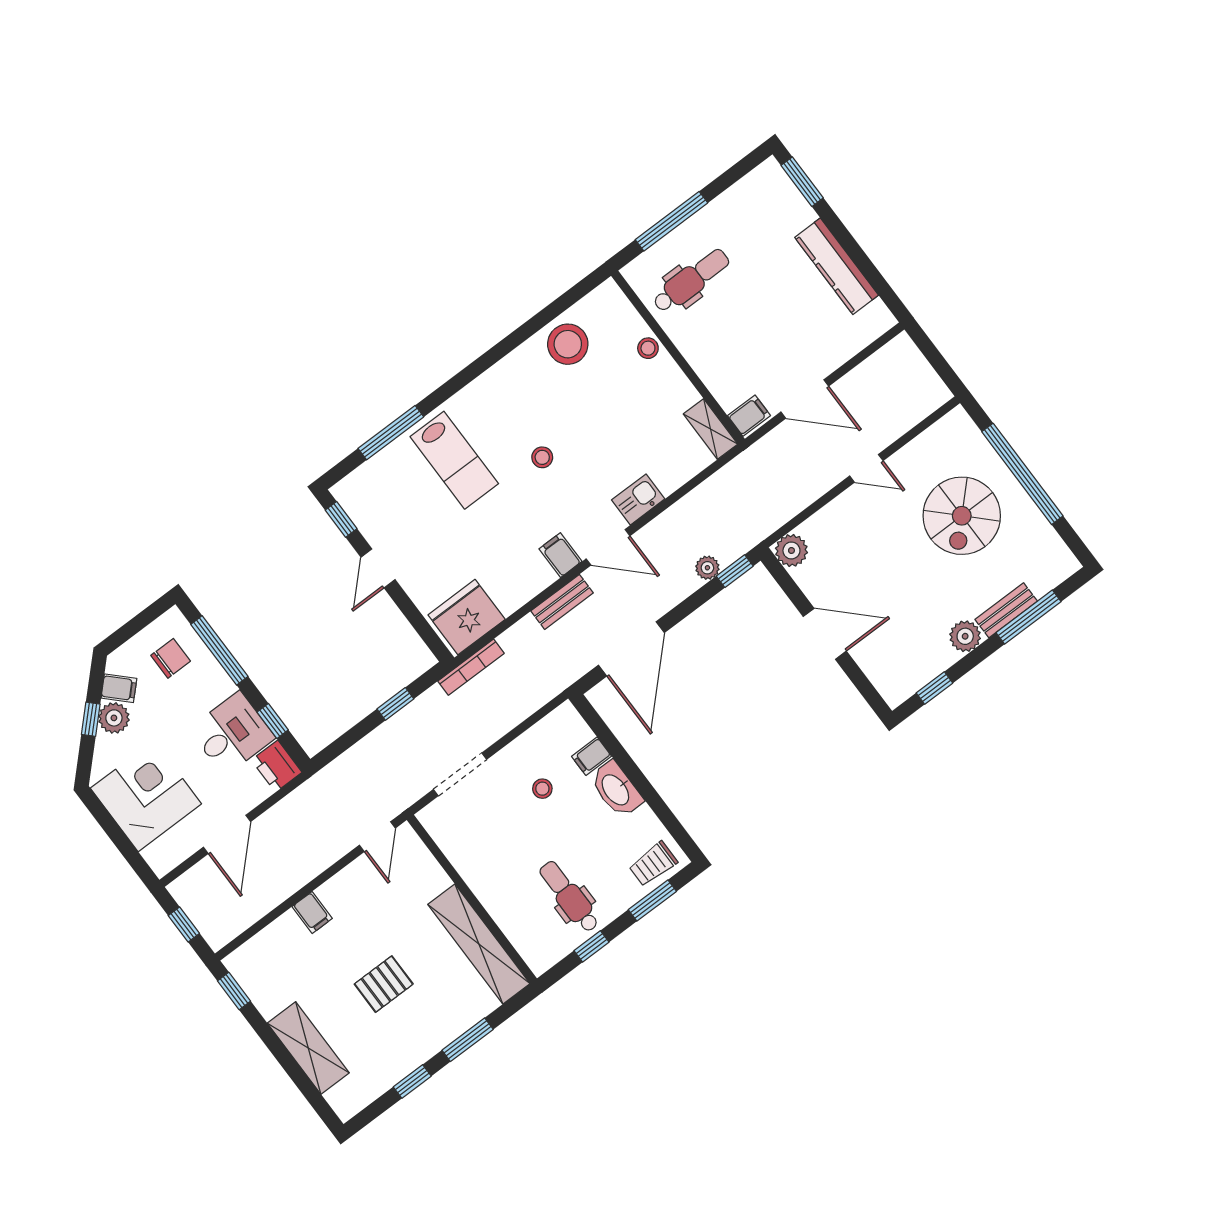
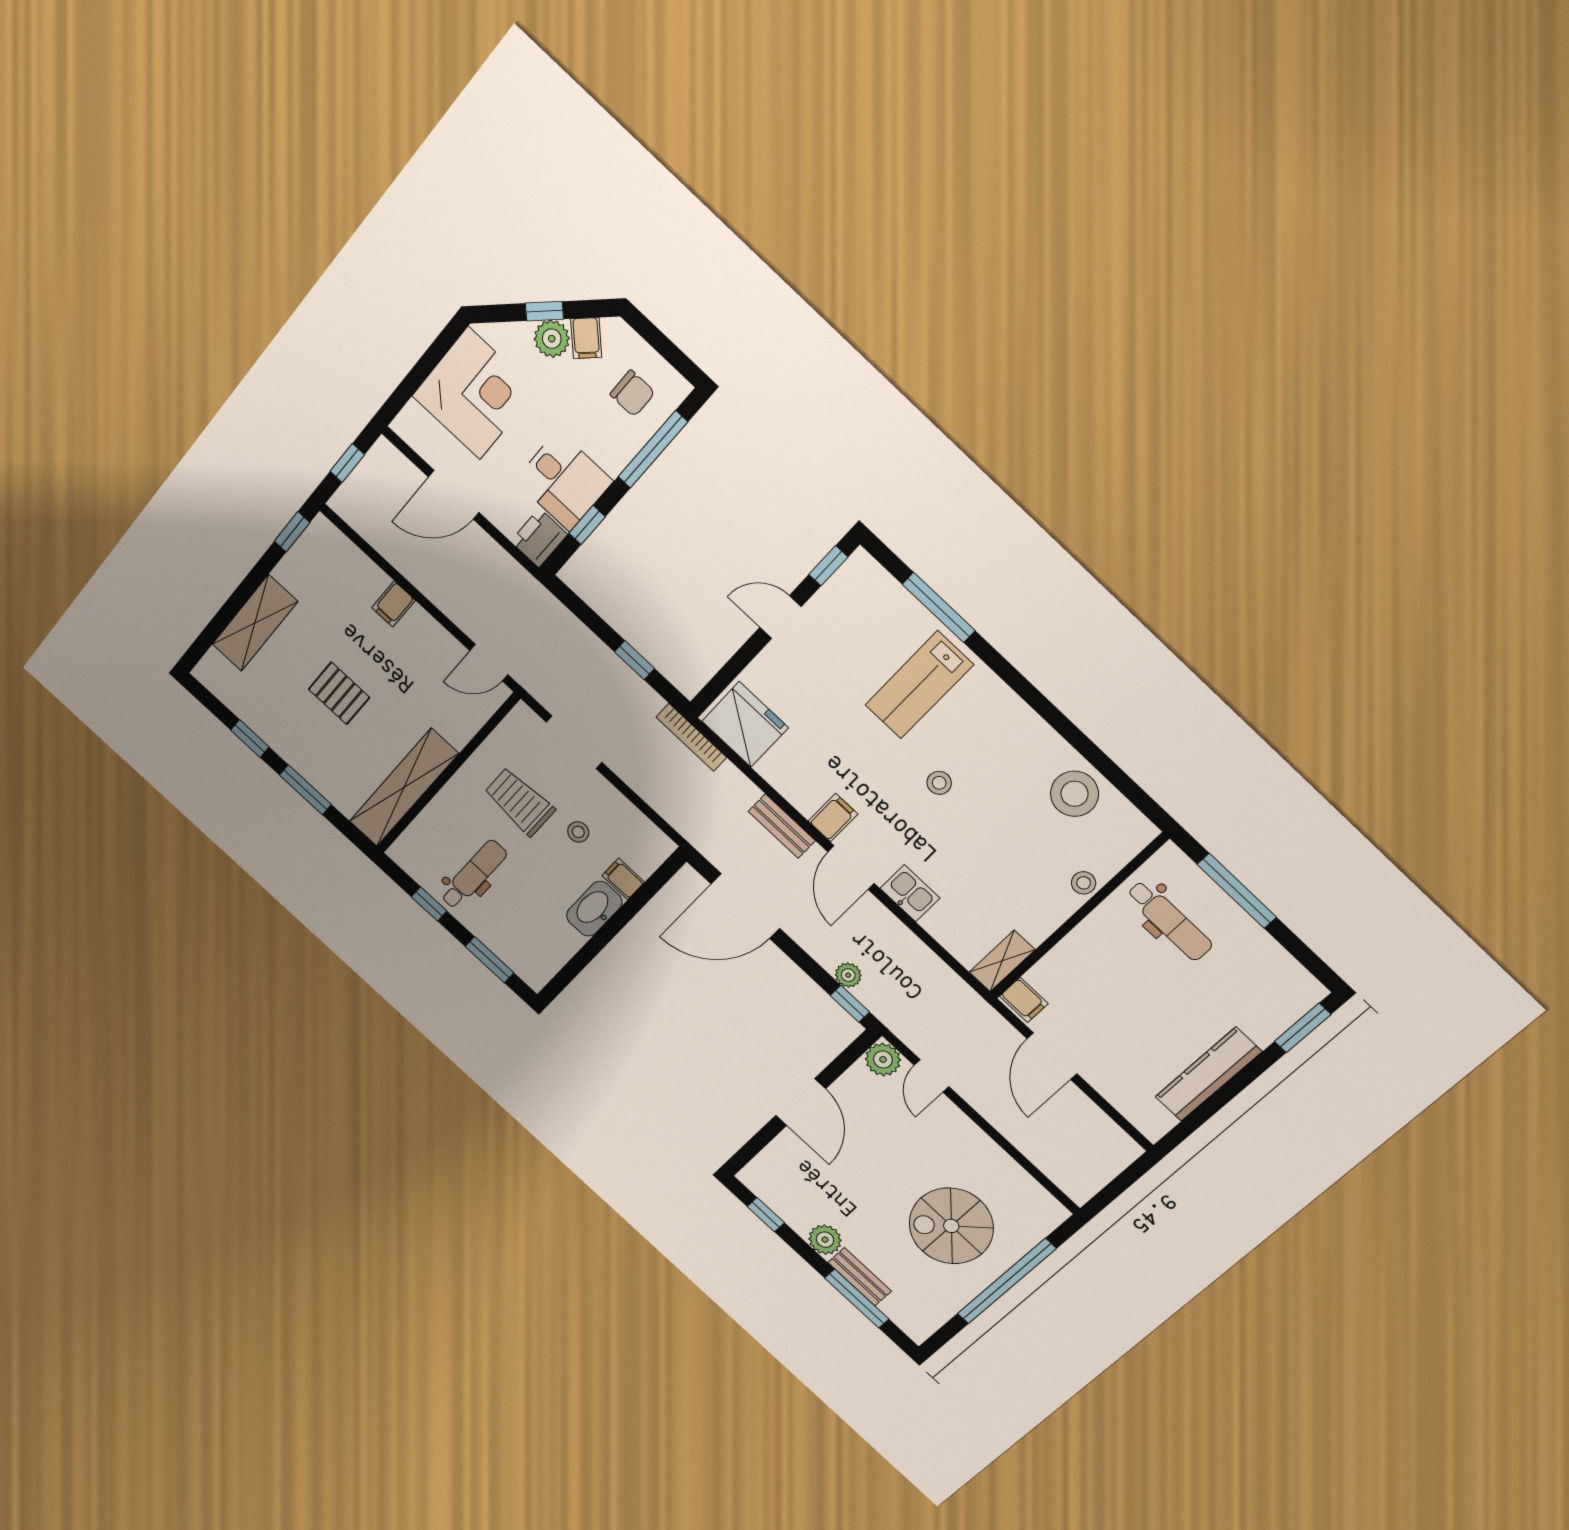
door: (866, 468) -> (932, 1076), moved
trolley: (653, 864) -> (520, 802), moved, width x1.36, depth x1.39

